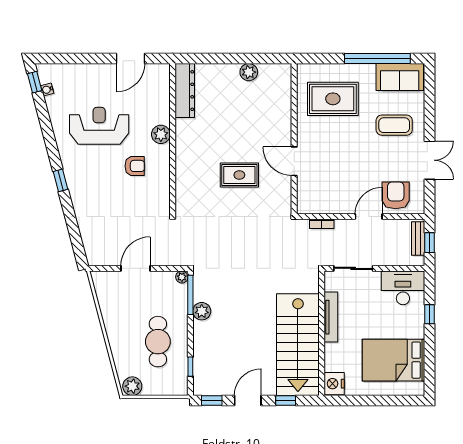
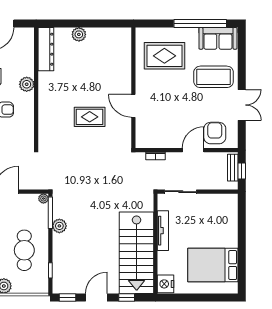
plant: (249, 72) -> (79, 34), moved
coffee table: (394, 125) -> (214, 77), width x1.36, depth x1.32
desk: (403, 288) -> (221, 207), removed
window: (429, 314) -> (242, 228), removed

